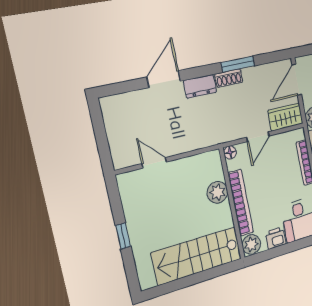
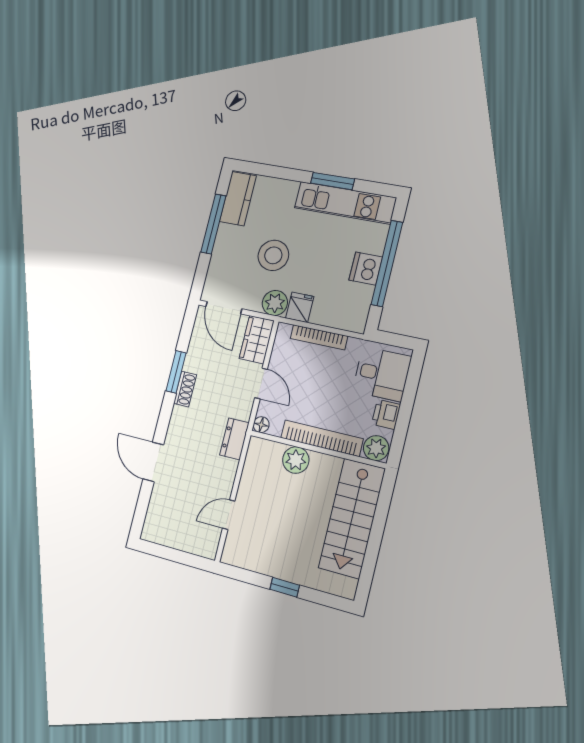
dresser: (200, 86) -> (234, 439), moved, turned 180

